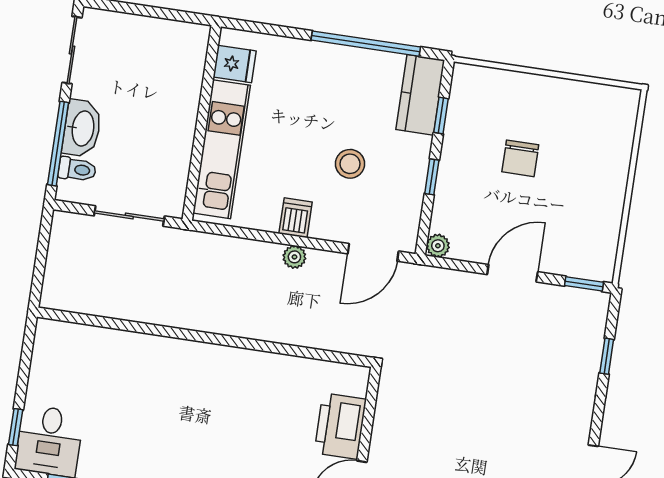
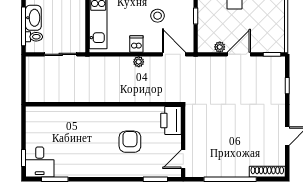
plant: (438, 246) -> (220, 47), moved
door: (373, 252) -> (174, 54), swing flipped
armchair: (250, 426) -> (130, 142), added
printer: (340, 426) -> (171, 120), moved

